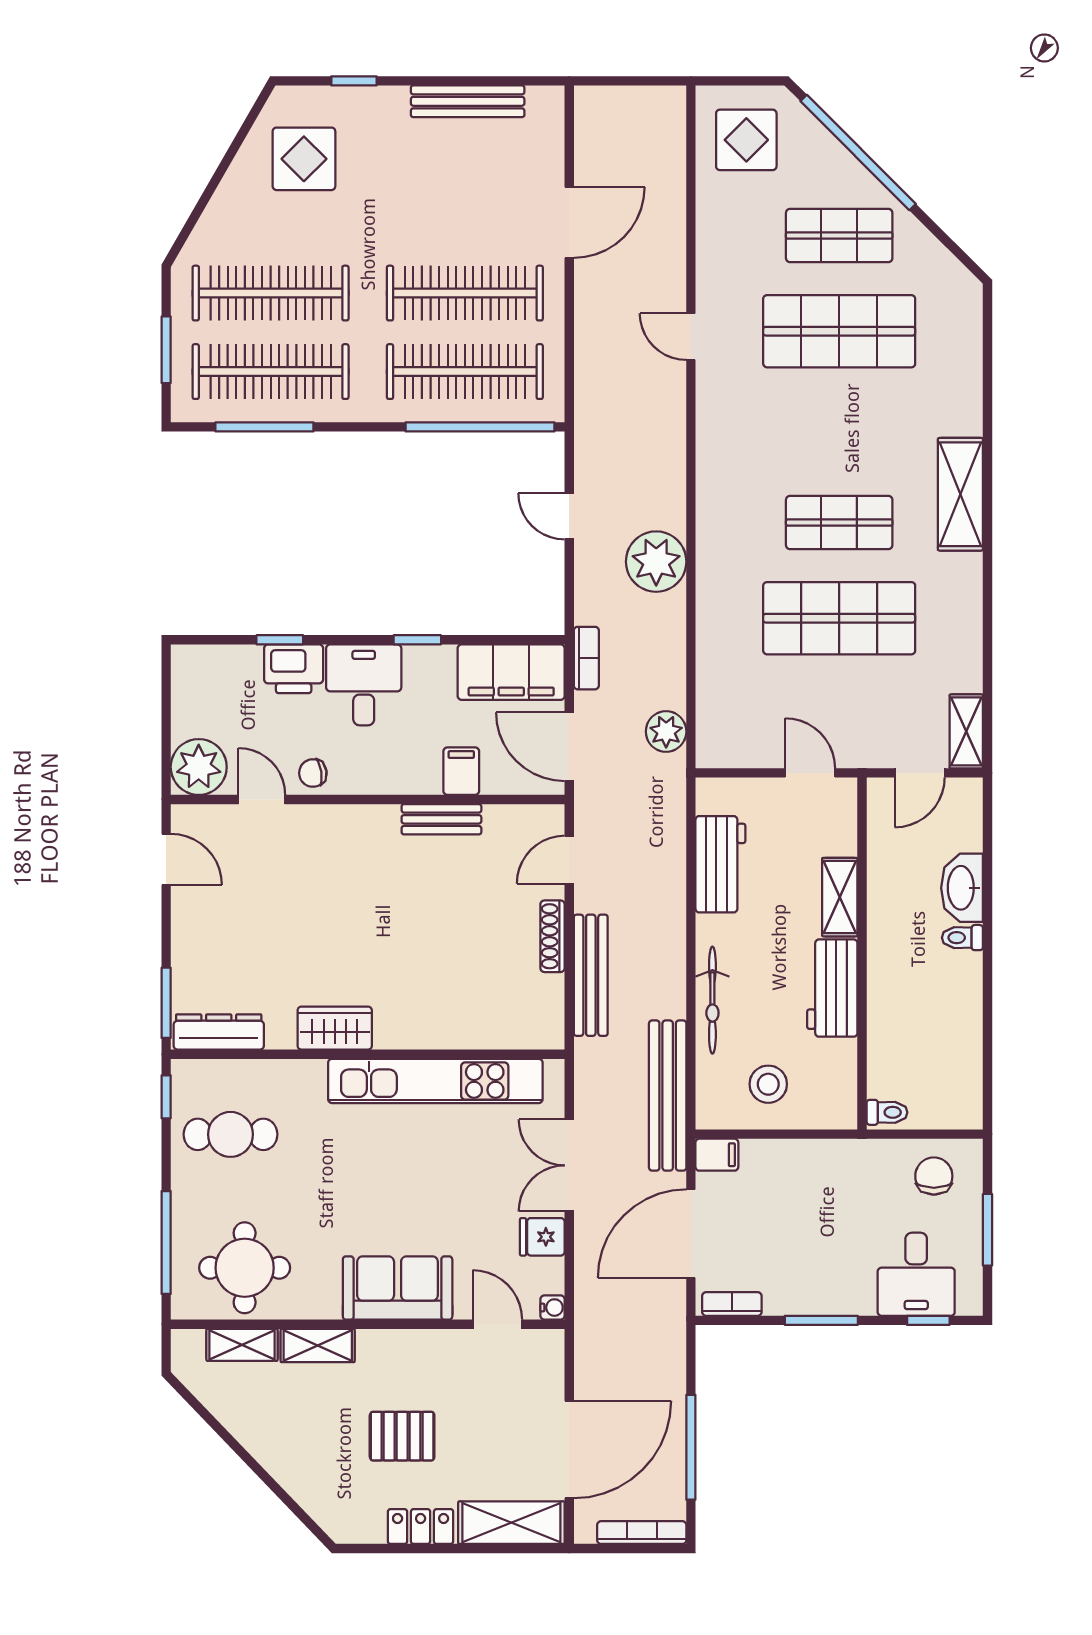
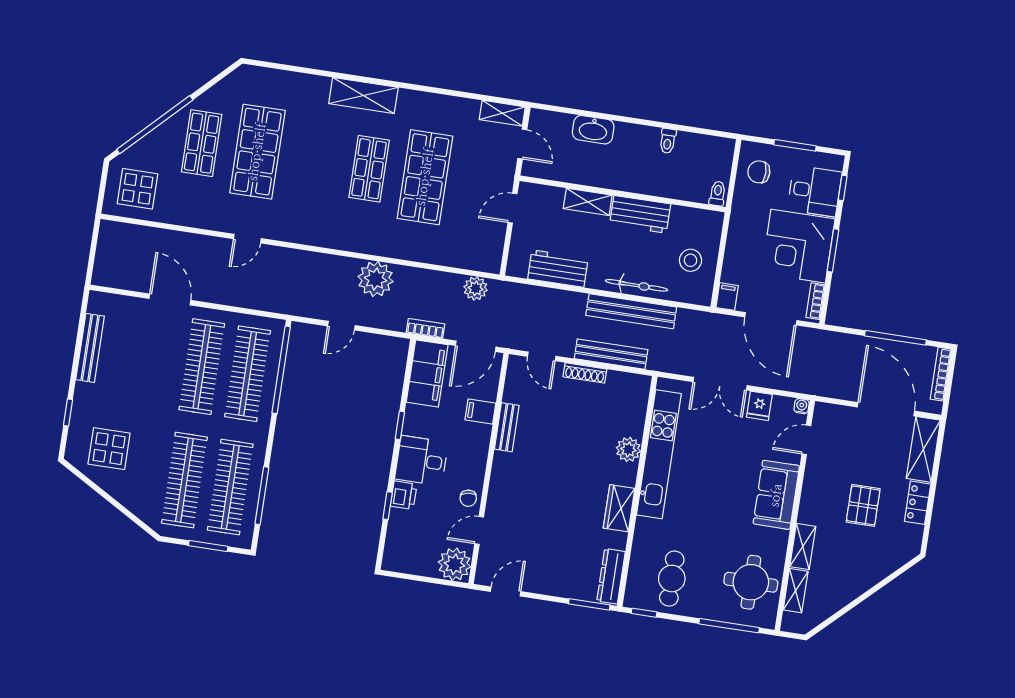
printer: (294, 669) -> (404, 495), width x0.73, depth x0.81
toilet: (962, 938) -> (668, 141), moved
plant: (436, 1029) -> (628, 449), added
bench: (668, 1096) -> (631, 311), moved
corner desk: (820, 1261) -> (798, 246), added

